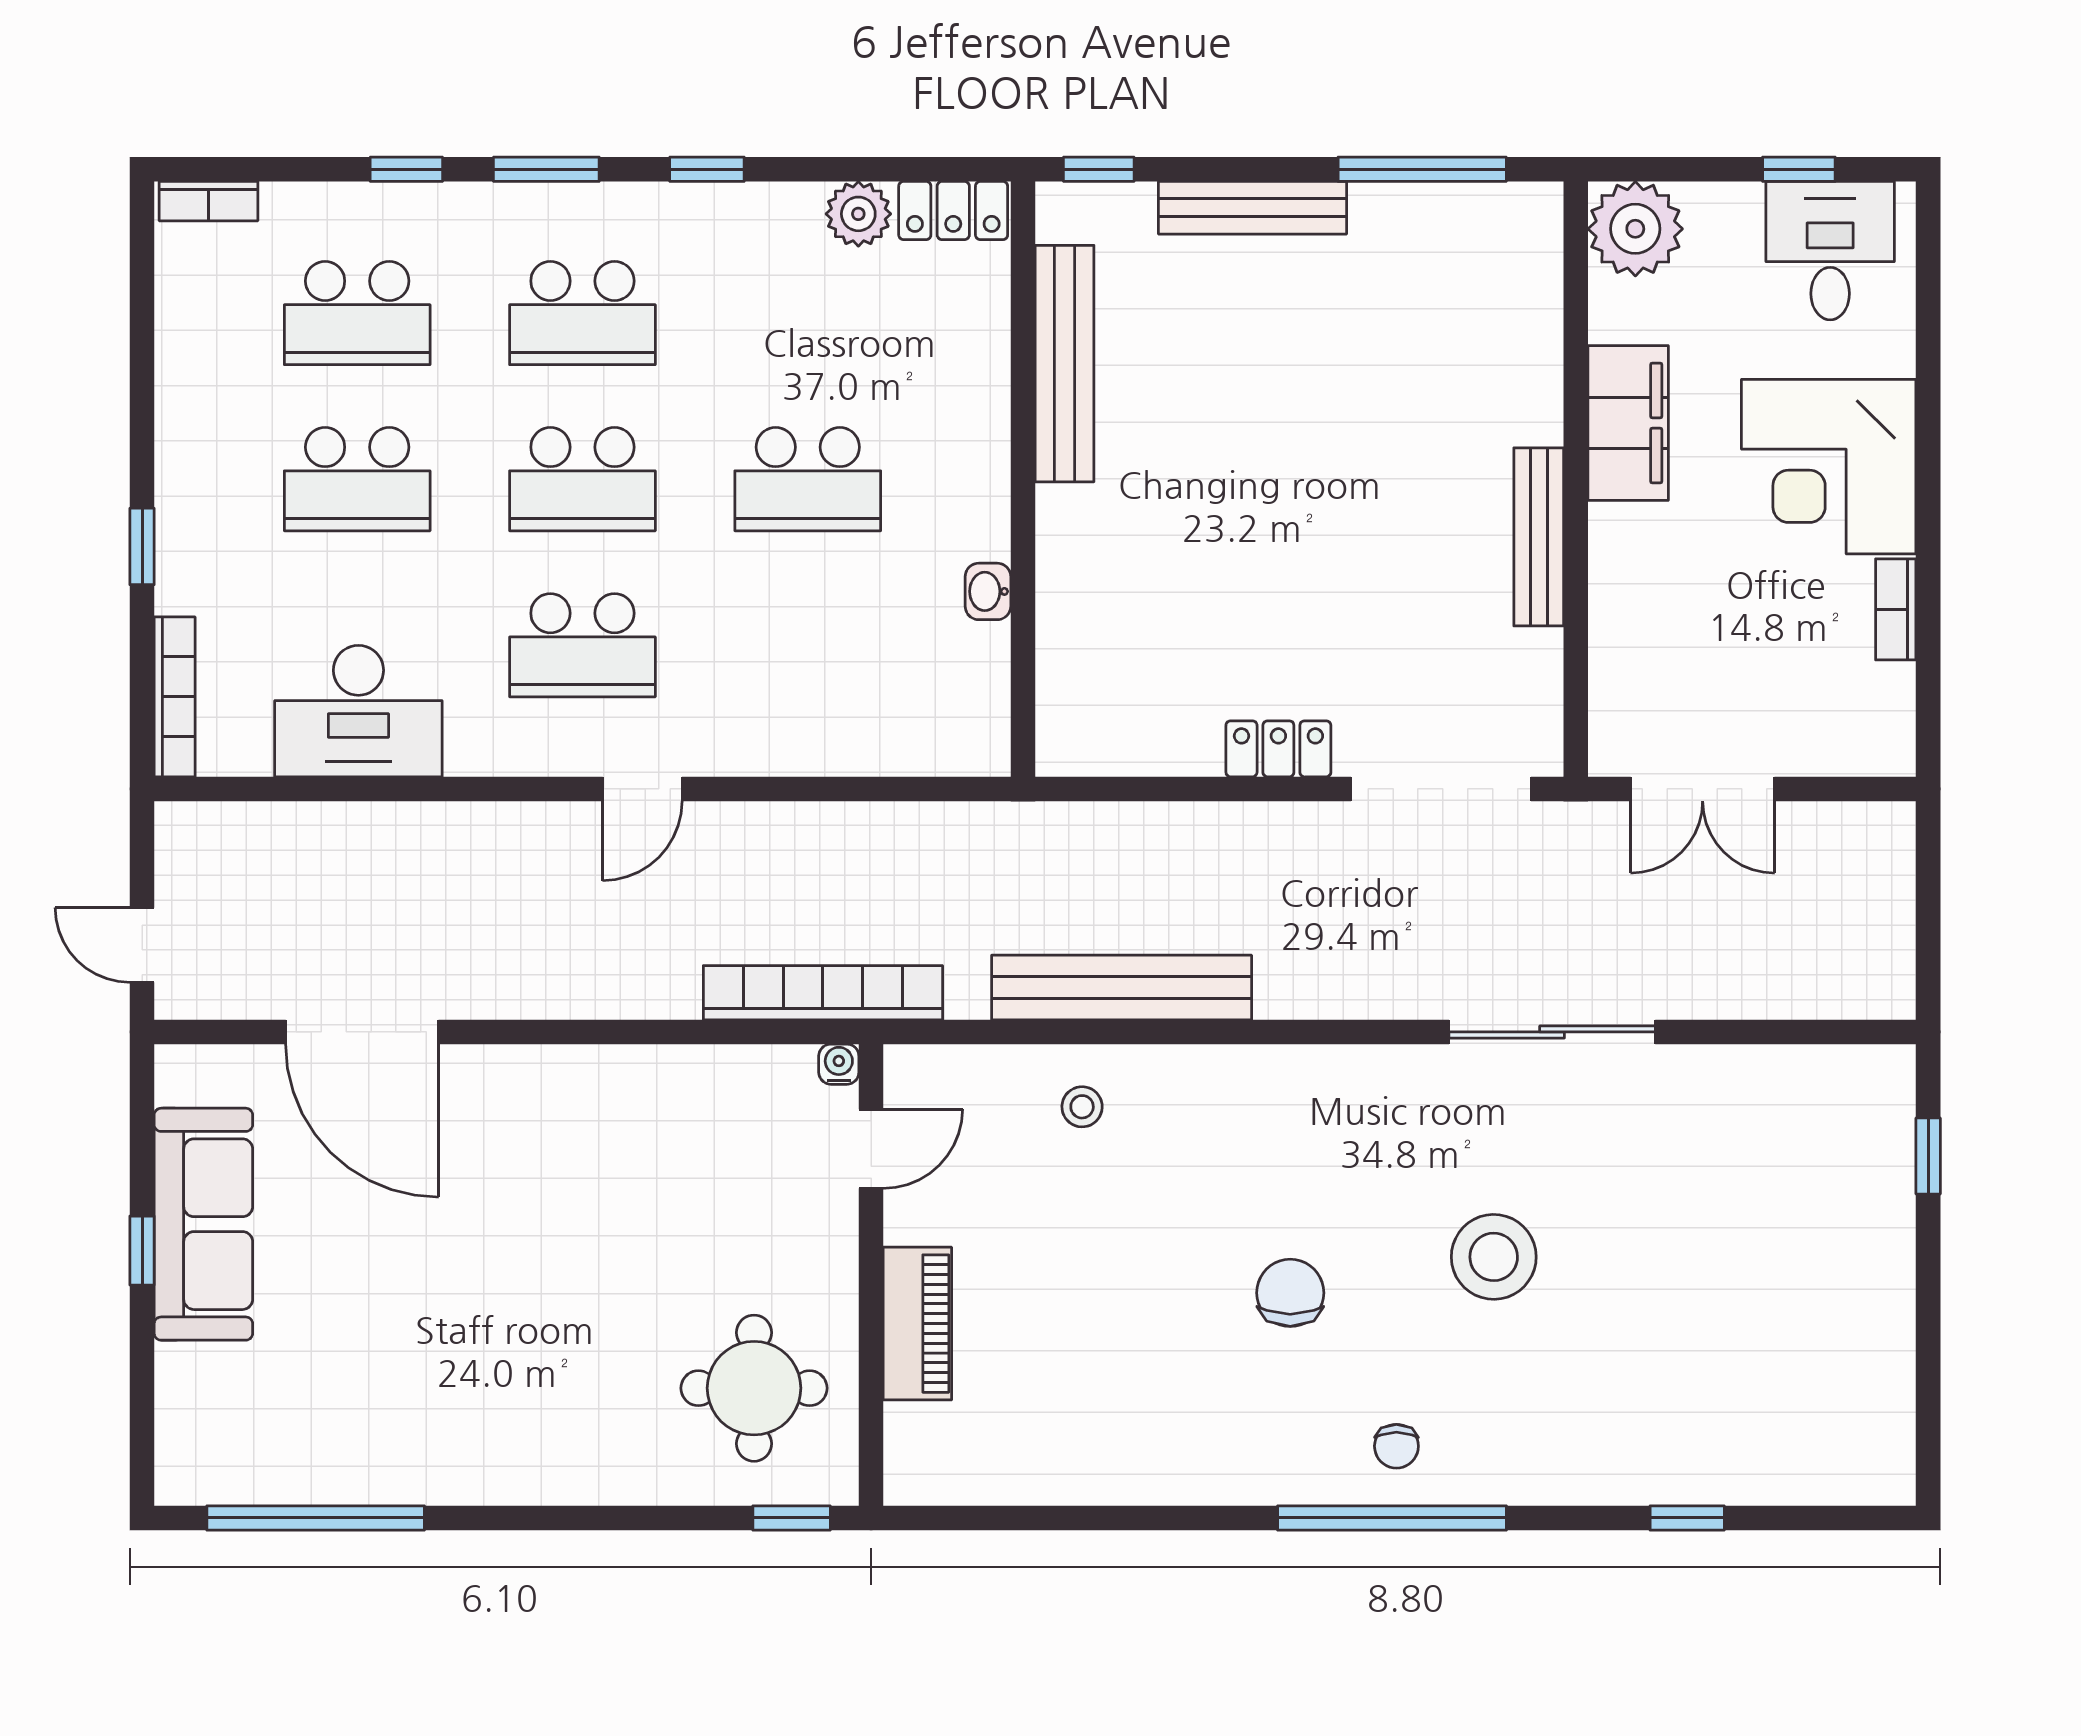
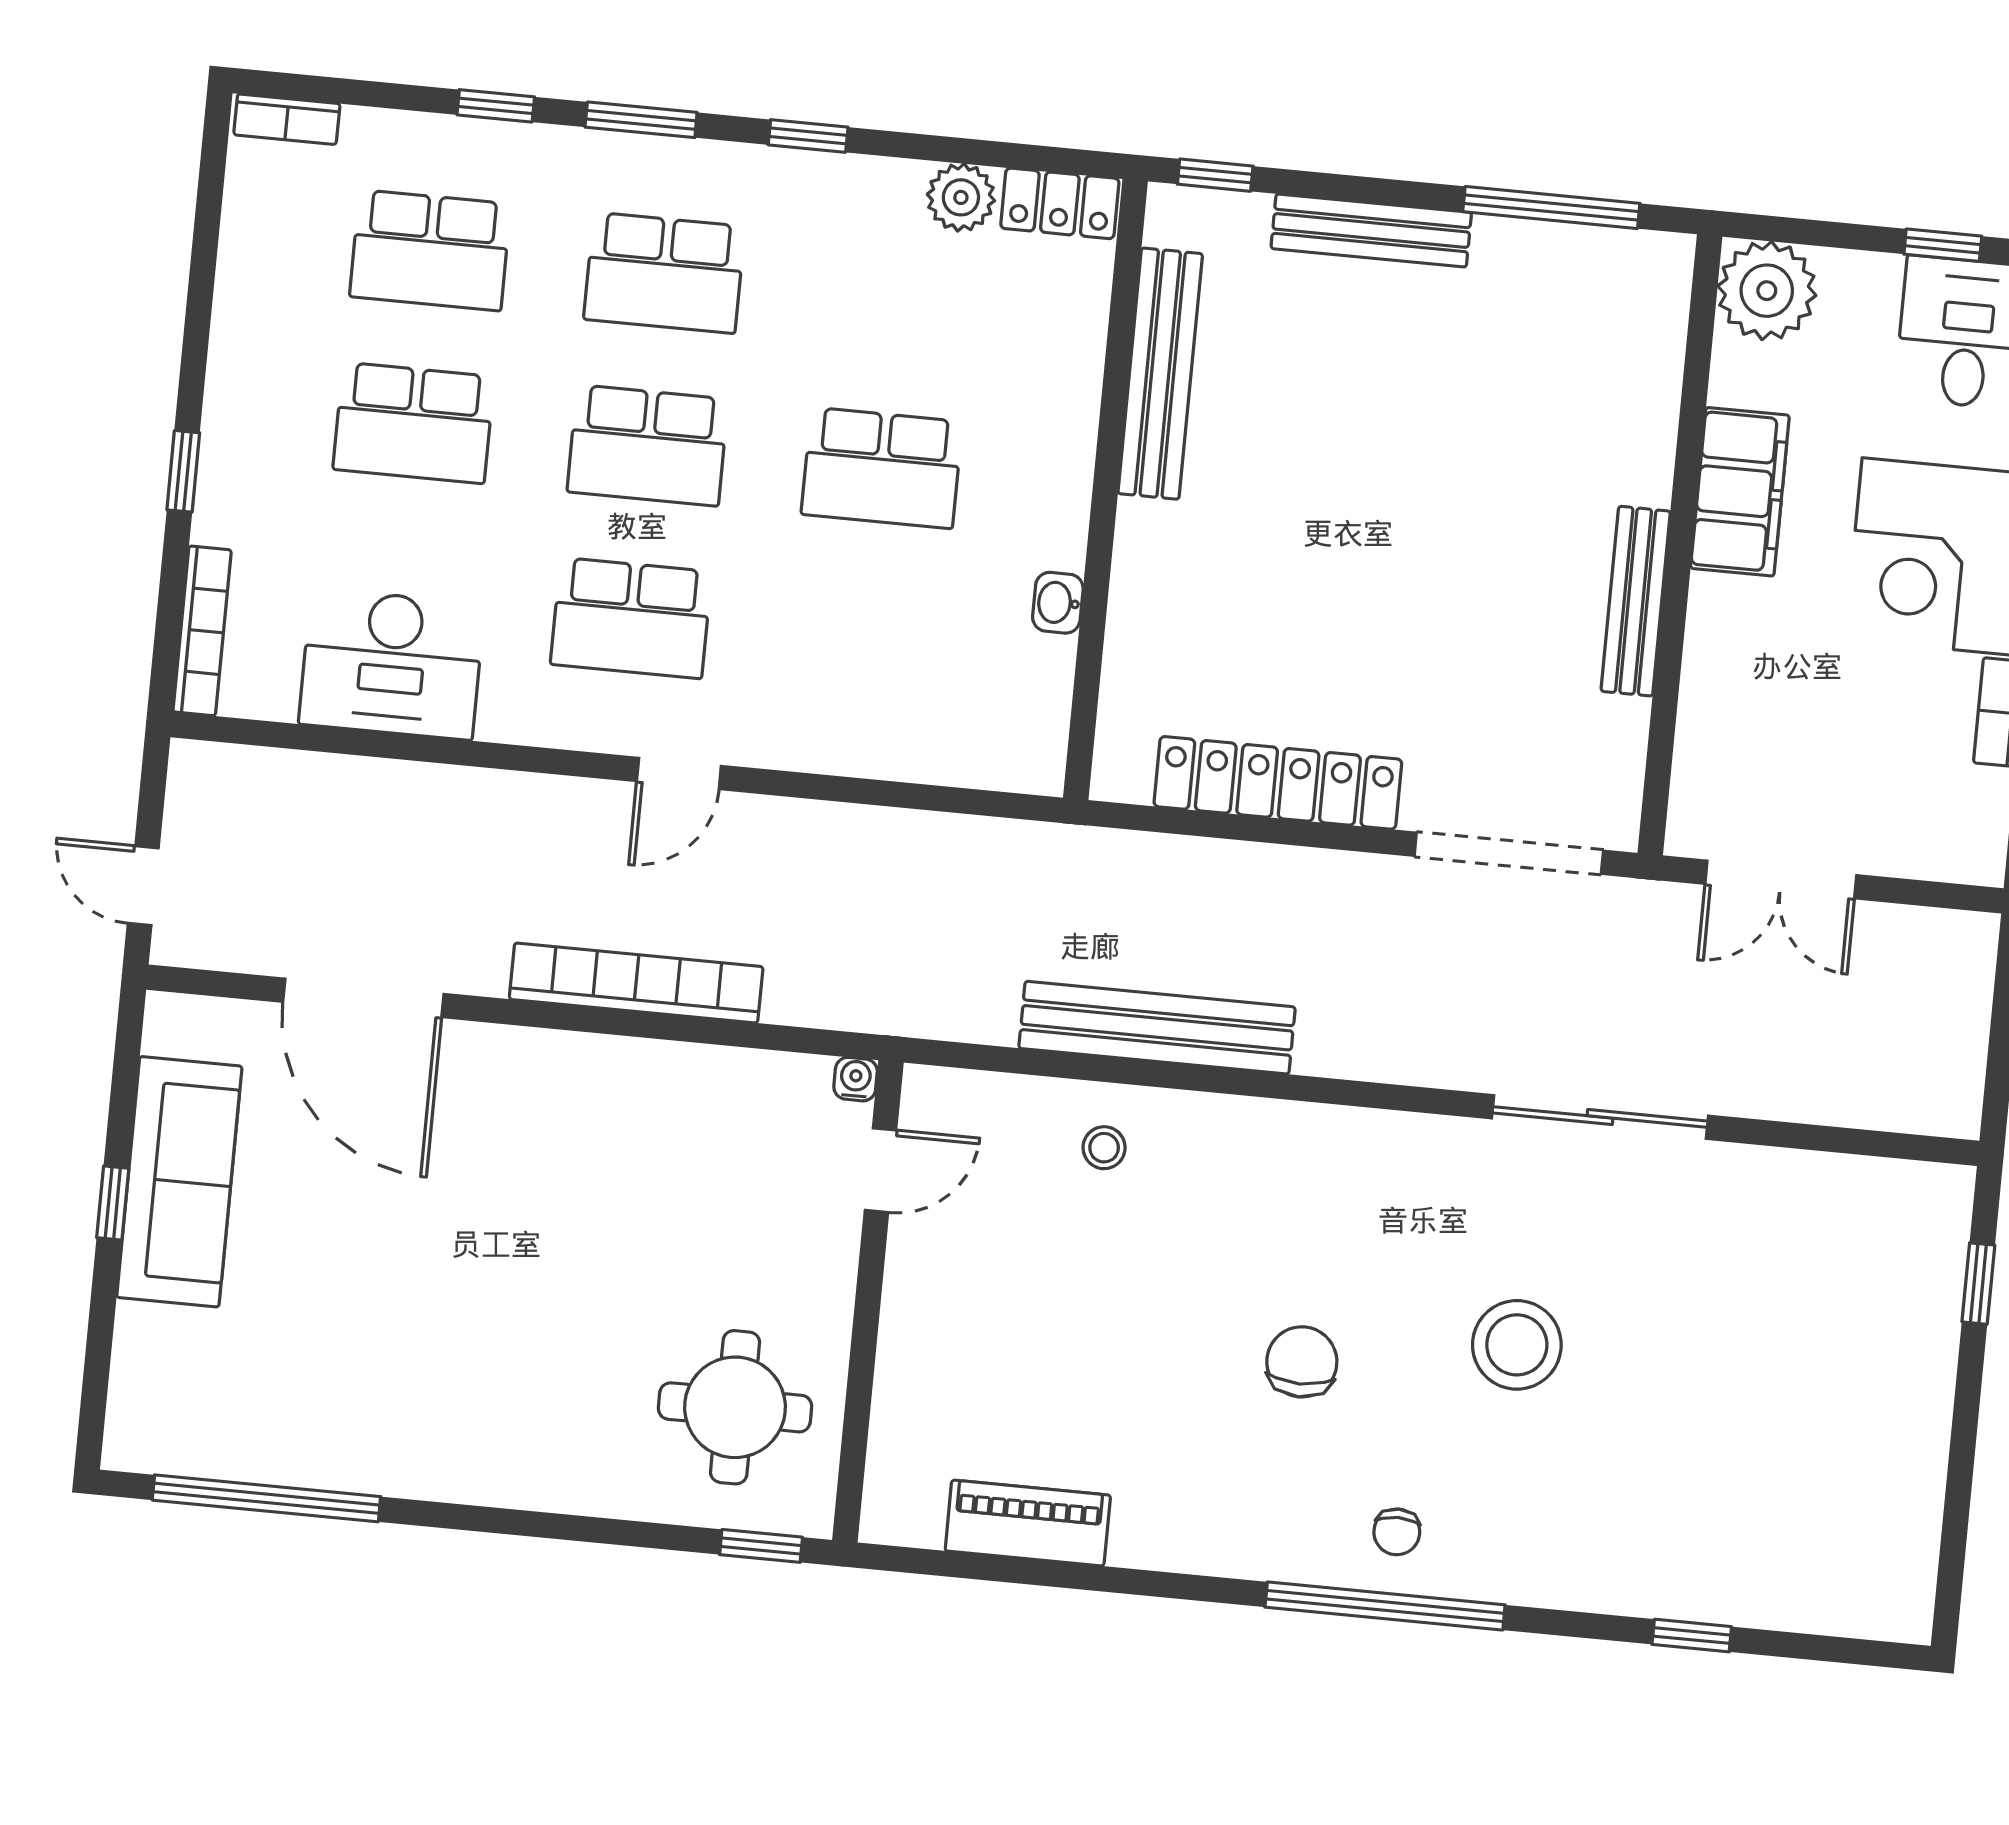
locker: (1278, 749) -> (1278, 783), width x2.16, depth x1.21
bookcase: (823, 993) -> (636, 983), moved
piano: (917, 1324) -> (1028, 1523), moved, turned -90

